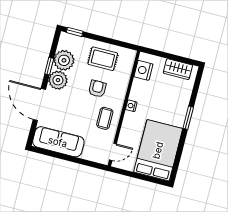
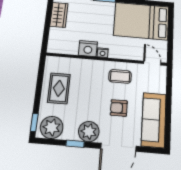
plant: (64, 60) -> (52, 127), moved
nightstand: (143, 70) -> (88, 49), moved
armchair: (97, 89) -> (119, 108), moved

